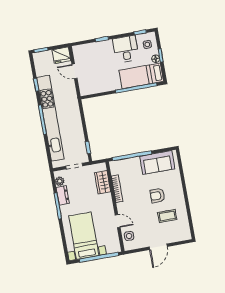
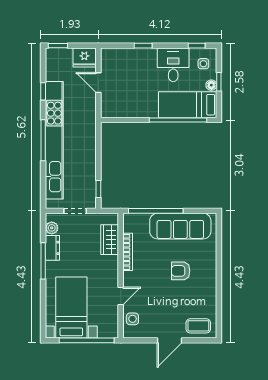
sofa: (157, 162) -> (180, 226), width x1.36
coffee table: (167, 216) -> (198, 326), moved
door: (118, 221) -> (121, 296), hinge flipped

